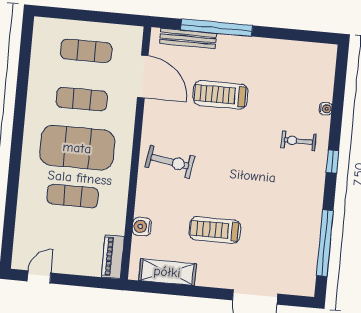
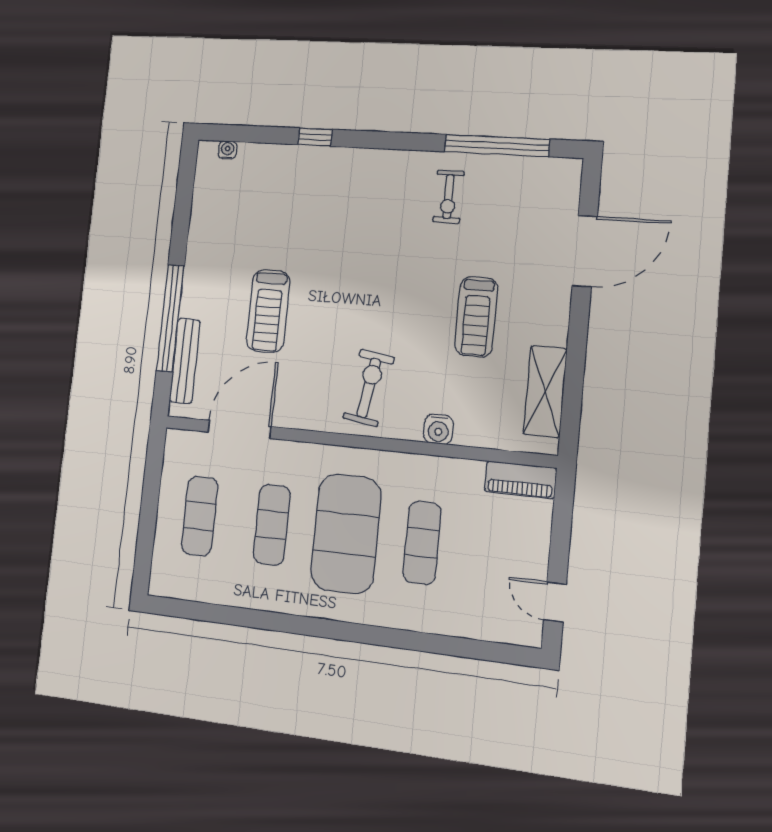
water cooler: (326, 109) -> (227, 150), moved
exercise bike: (298, 141) -> (448, 197), moved
window: (332, 162) -> (315, 137), moved
water cooler: (142, 227) -> (438, 429), moved

